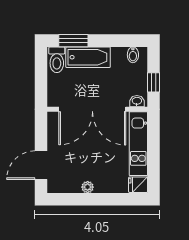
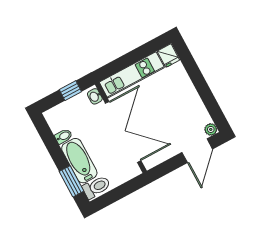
bidet: (133, 55) -> (63, 136), moved
door: (41, 165) -> (197, 151), hinge flipped
plant: (88, 187) -> (211, 129), moved

